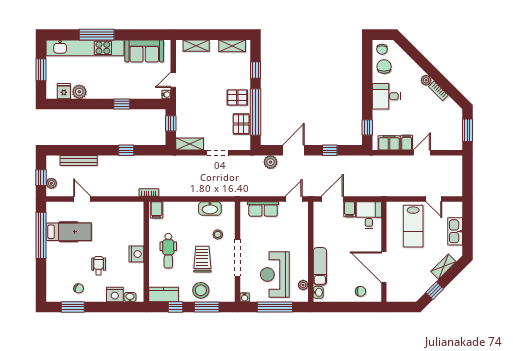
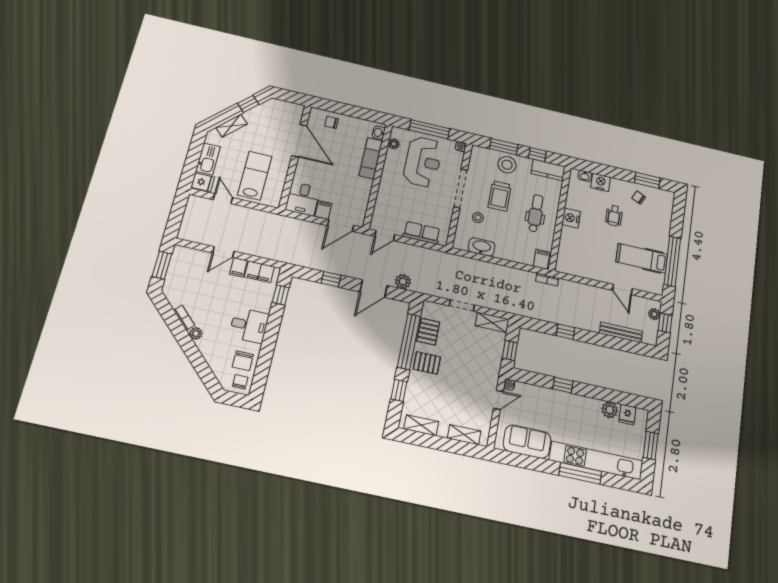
fridge: (454, 210) -> (203, 182), added

